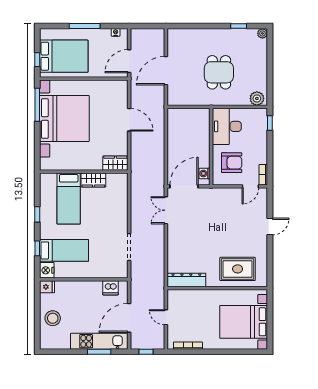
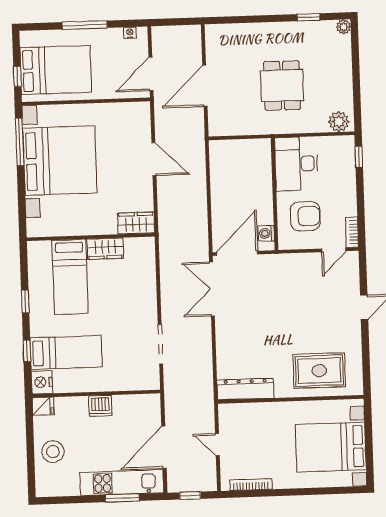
double door: (166, 210) -> (212, 289), width x1.37
dishwasher: (111, 288) -> (100, 406), moved

